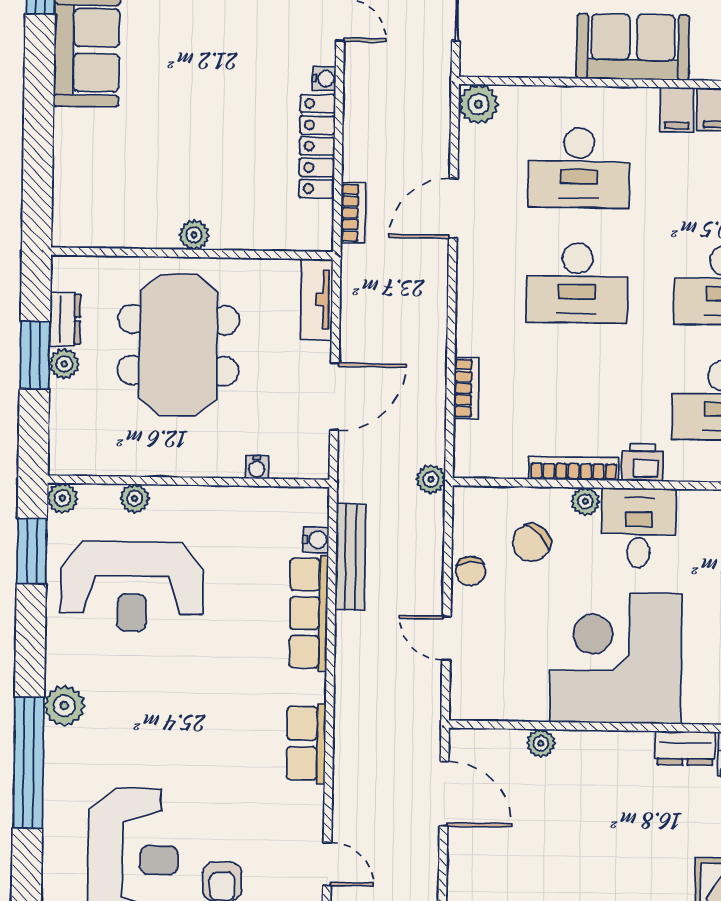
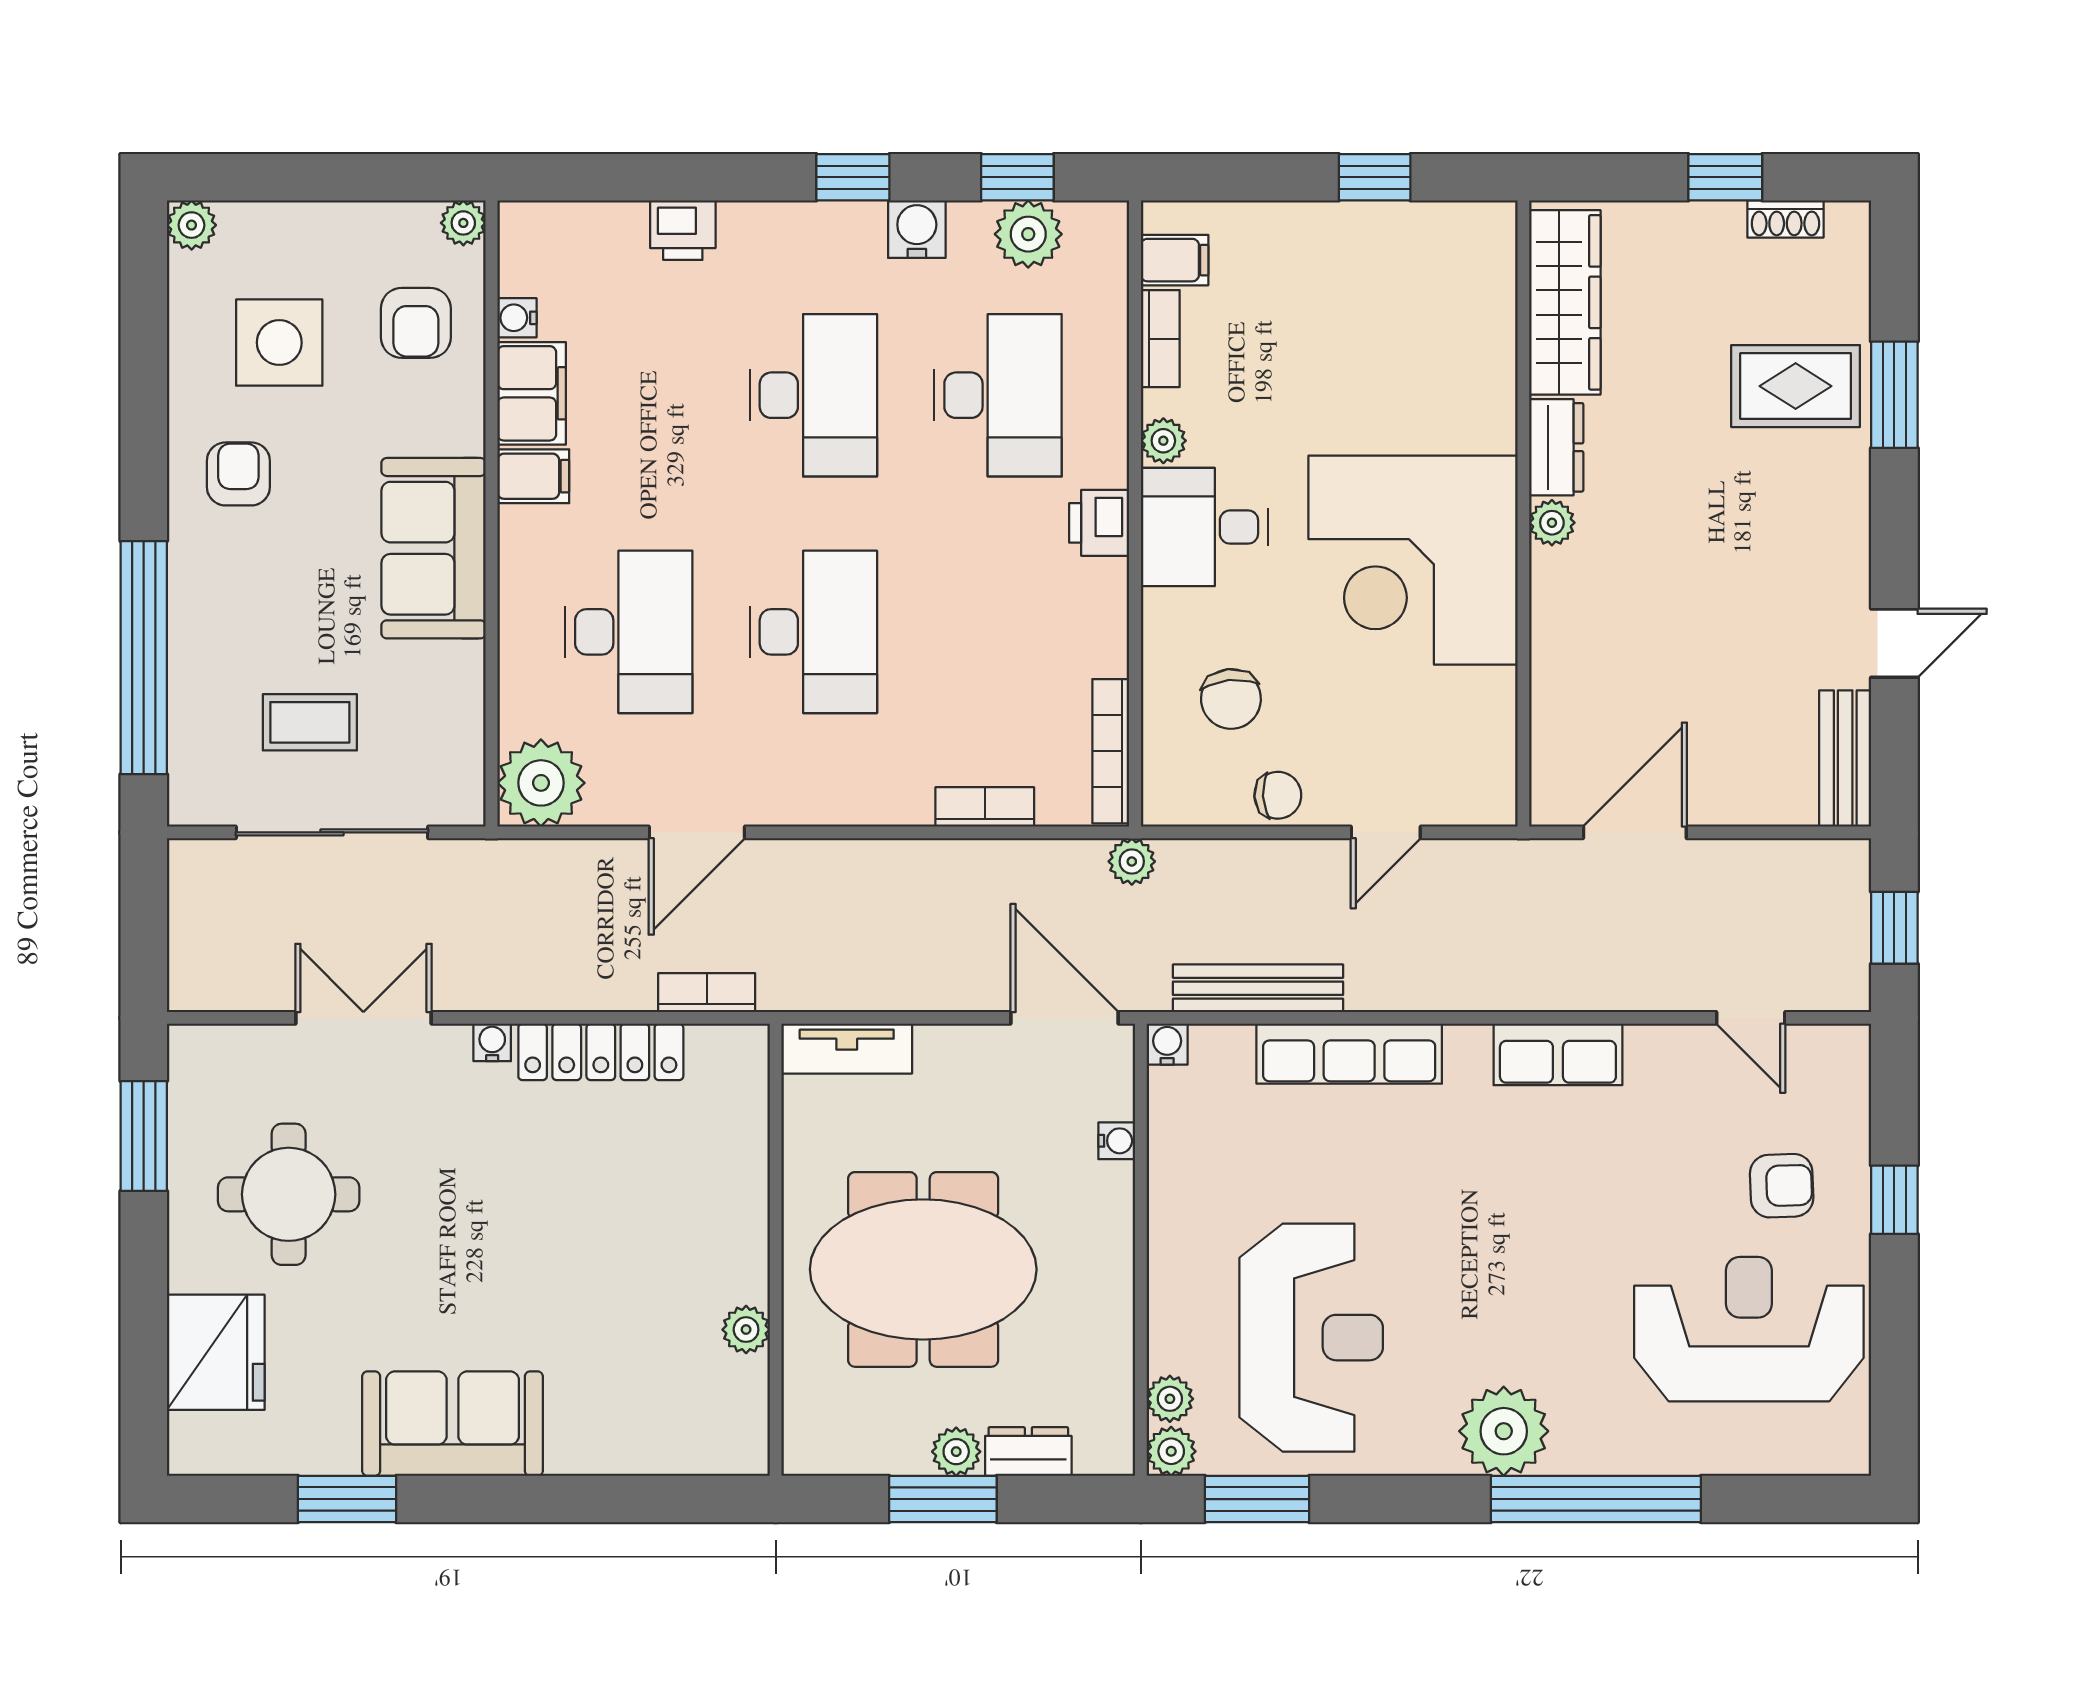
plant: (478, 104) -> (541, 783), width x1.36, depth x1.36
door: (453, 208) -> (697, 832), hinge flipped
plant: (194, 235) -> (746, 1330), moved
dresser: (65, 319) -> (1028, 1451), moved
door: (334, 397) -> (1065, 1018), moved
bookcase: (574, 468) -> (1111, 751), moved
plant: (135, 498) -> (1170, 1399), moved
plant: (585, 501) -> (1163, 441), moved
water cooler: (316, 540) -> (1167, 1044), moved
chair: (531, 543) -> (1231, 699), turned 39
plant: (64, 706) -> (1504, 1431), width x1.36, depth x1.36
plant: (541, 743) -> (1552, 523), moved
door: (327, 864) -> (1751, 1018), swing flipped

